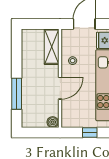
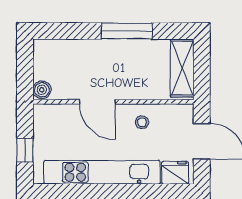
shelving: (52, 47) -> (182, 68), moved, turned 90
window: (17, 94) -> (127, 31), moved

